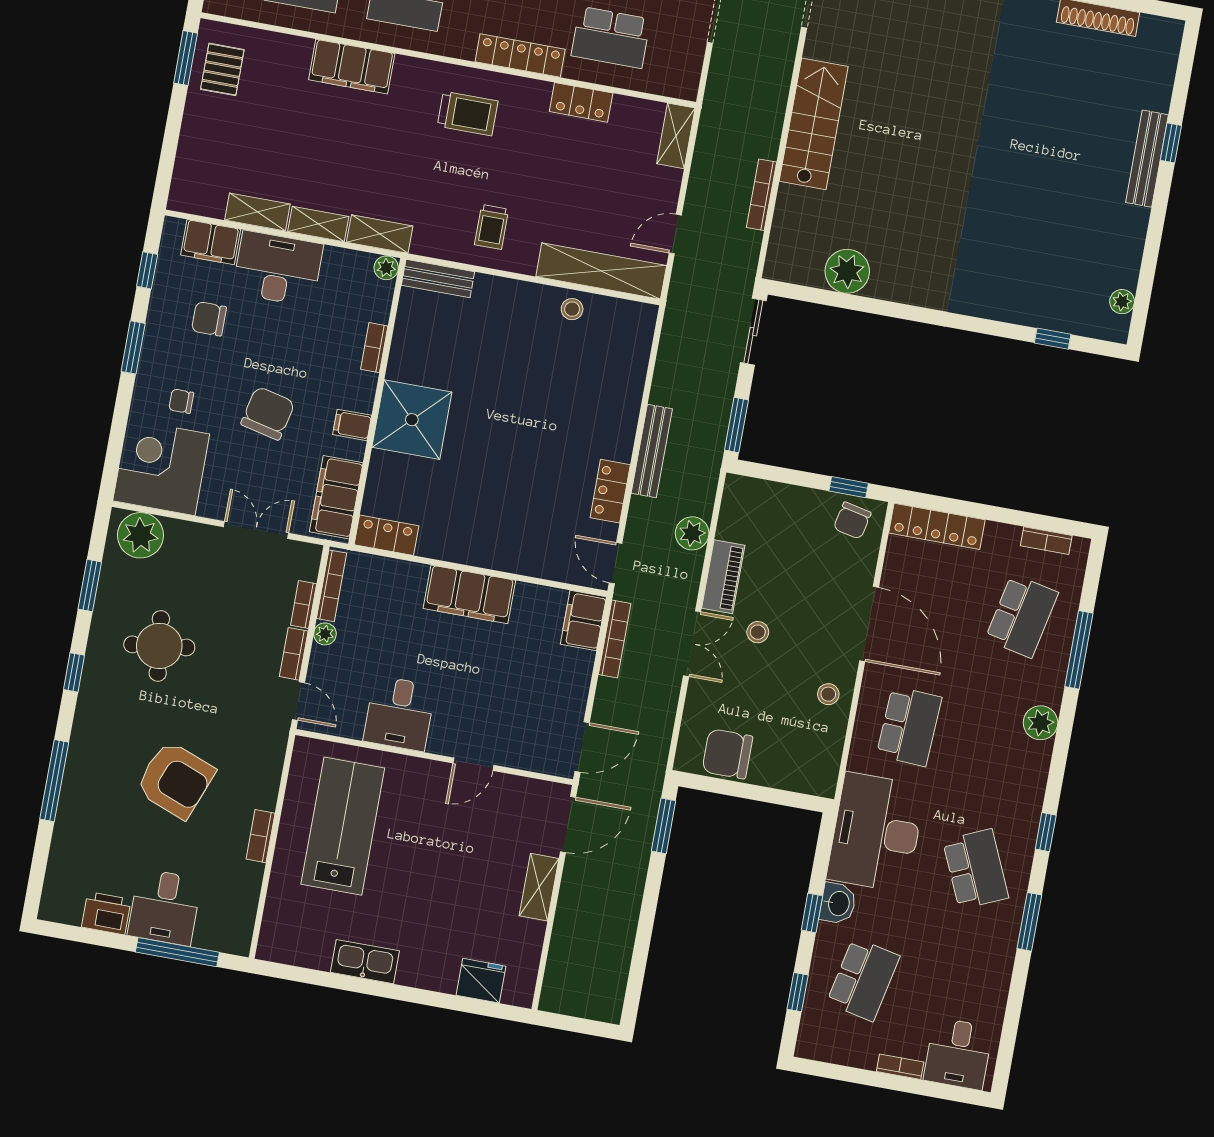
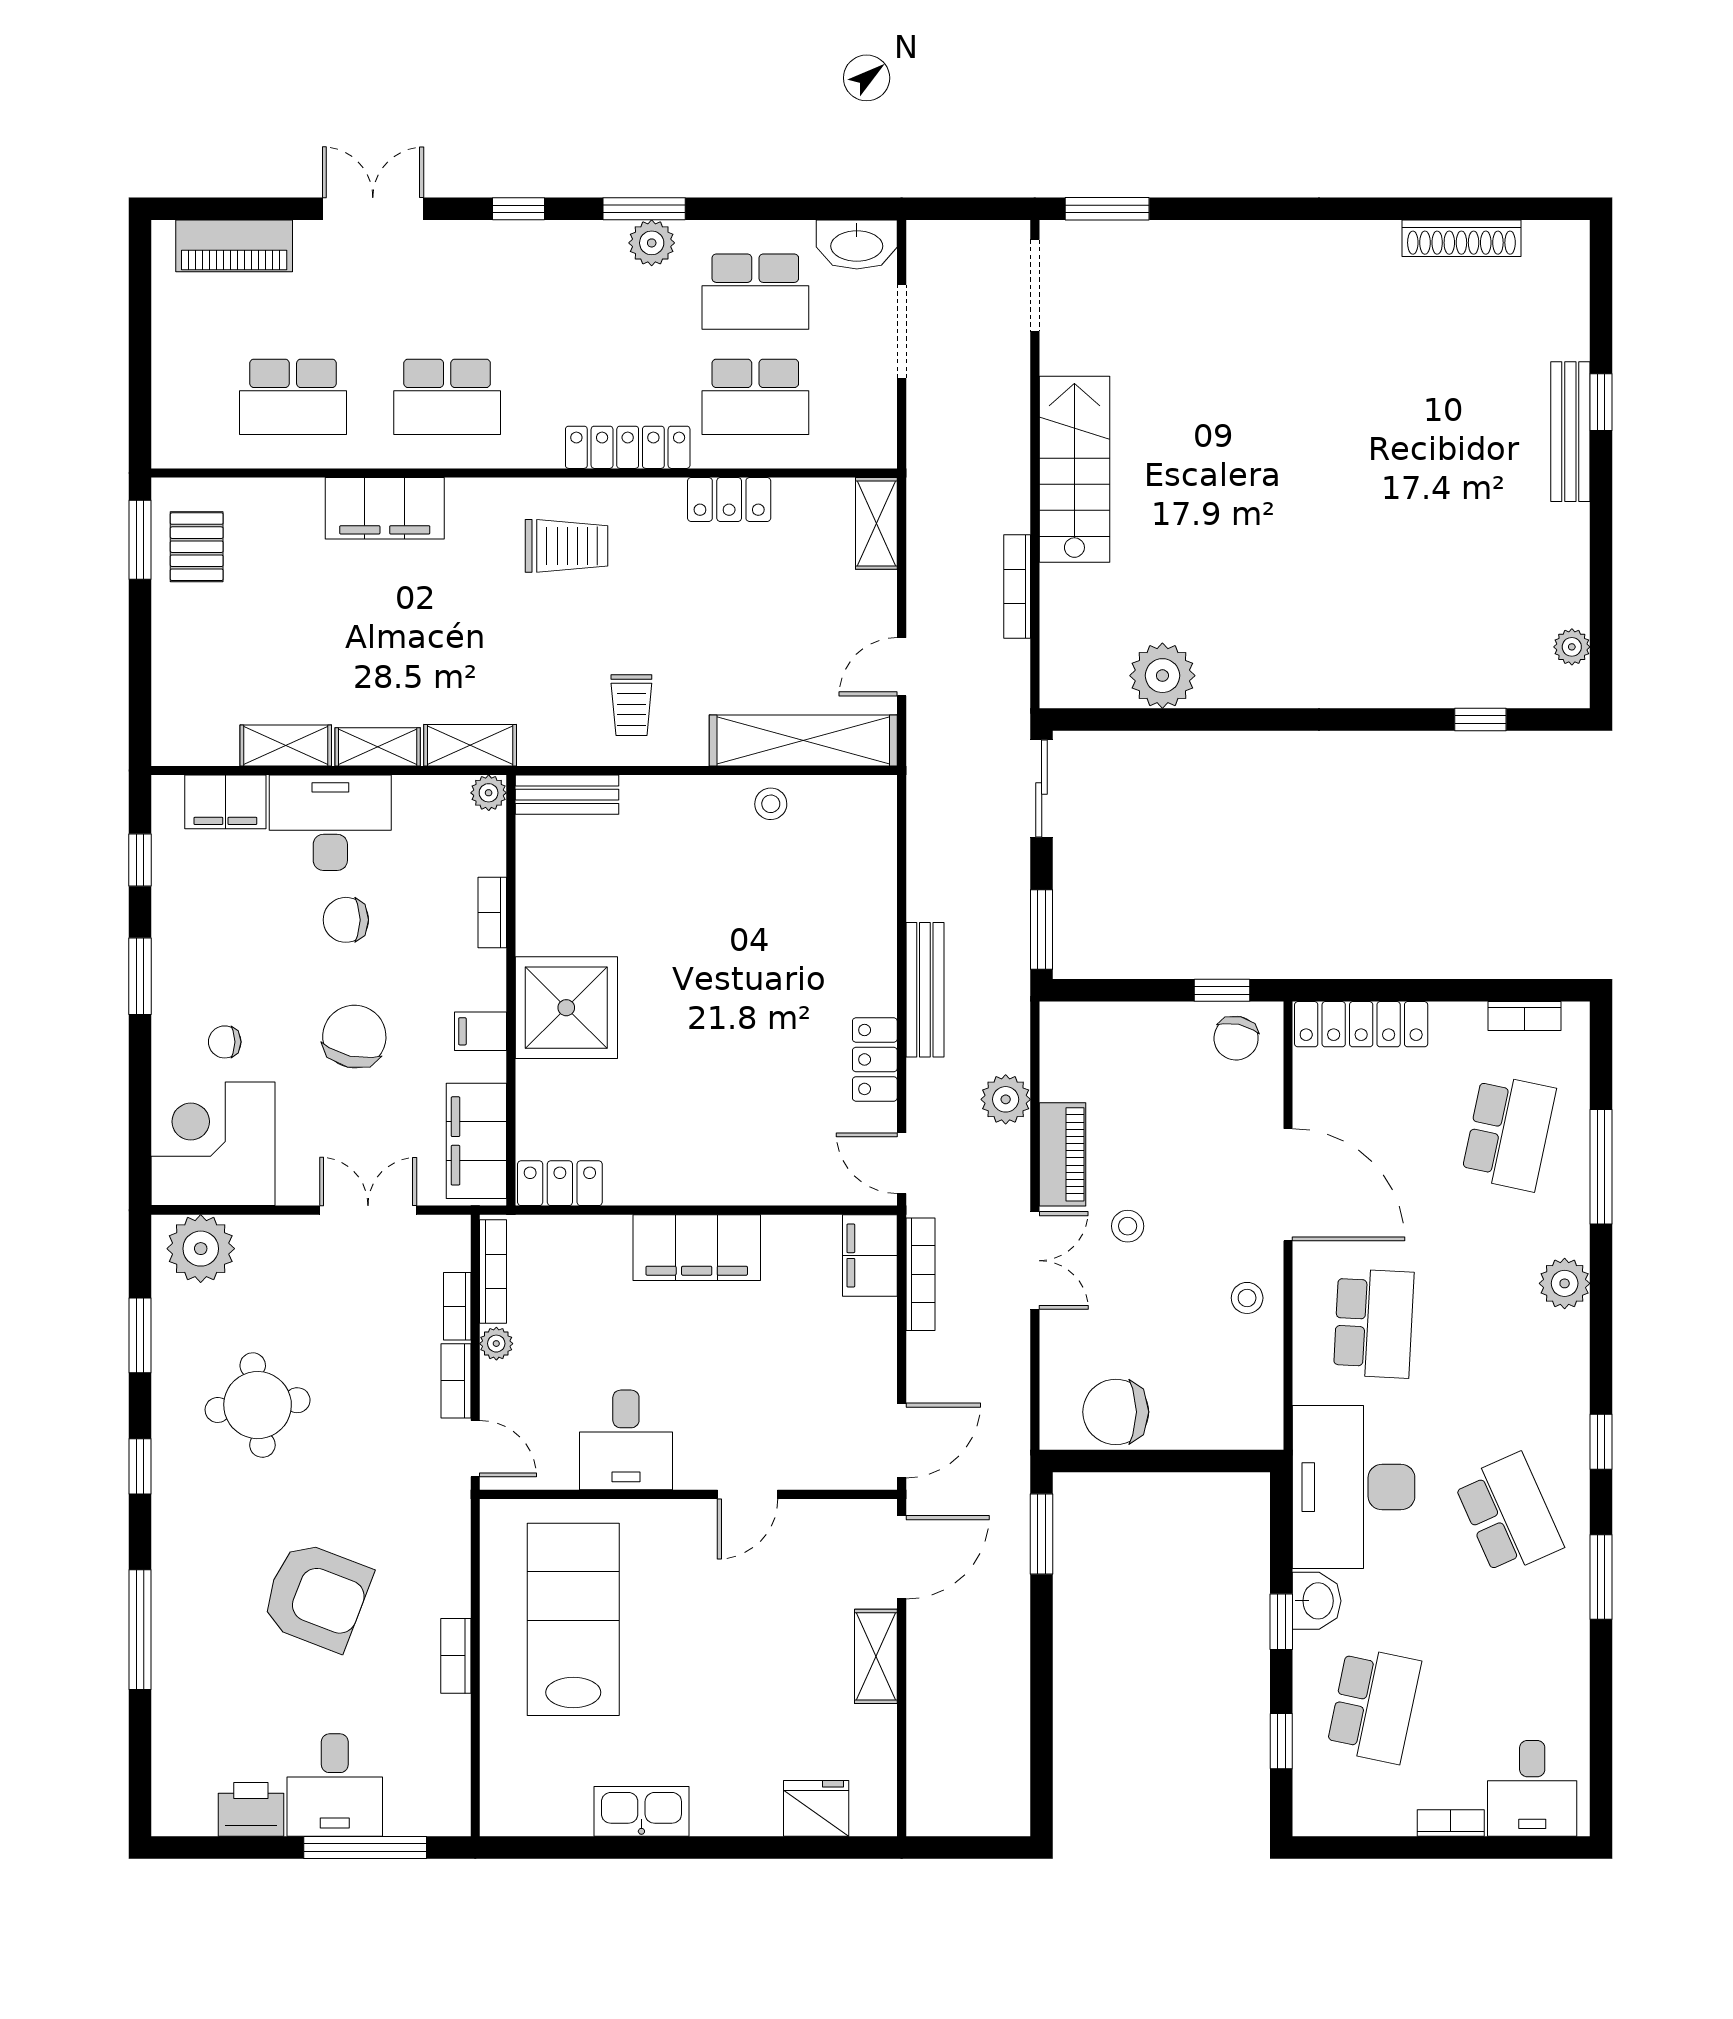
chair: (209, 319) -> (346, 920), moved

